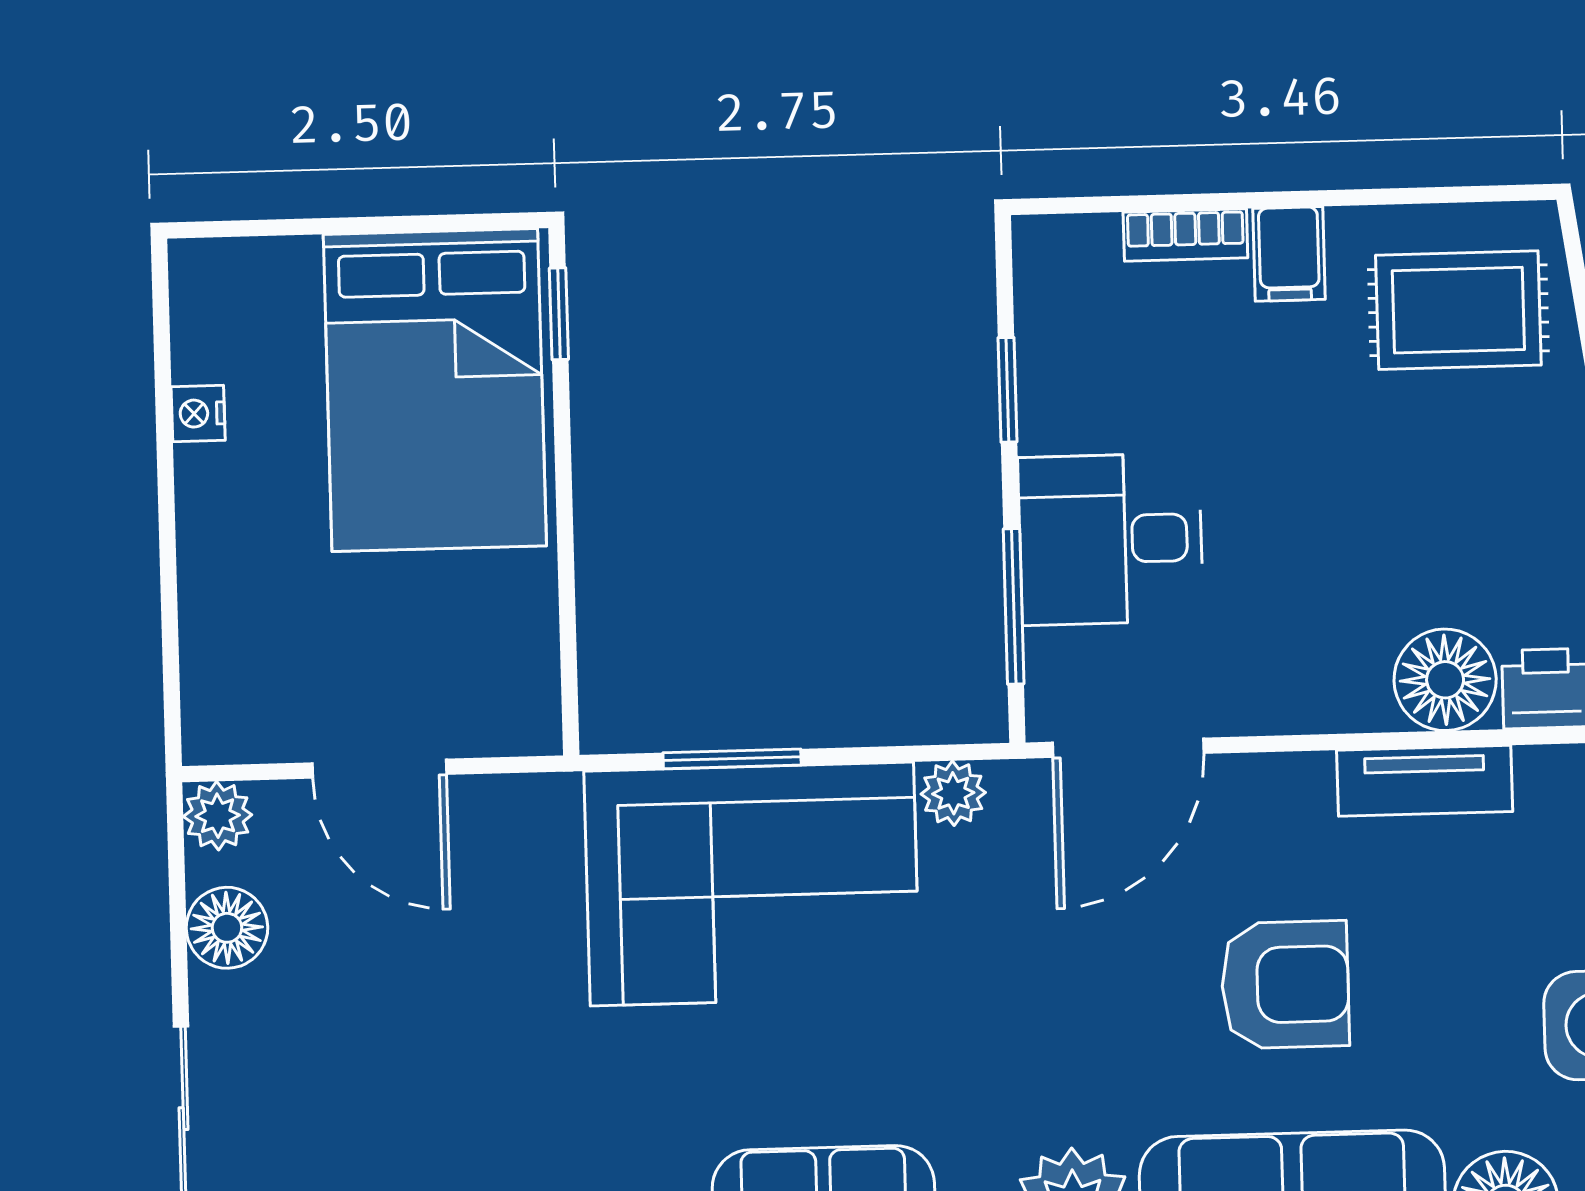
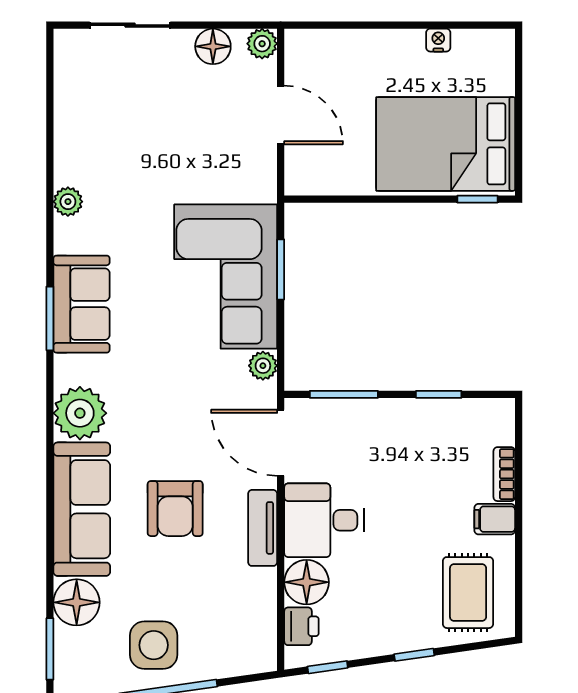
desk: (1111, 539) -> (324, 520), moved, turned -90
door: (379, 769) -> (281, 115), swing flipped
tv unit: (1425, 781) -> (263, 528), moved

